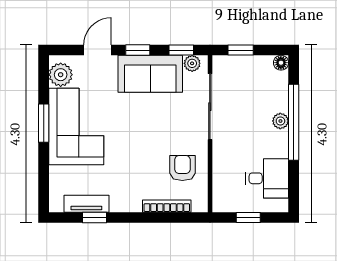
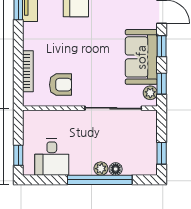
window: (241, 50) -> (162, 153), moved
floor lamp: (281, 63) -> (116, 169), moved
window: (248, 217) -> (18, 155), moved

